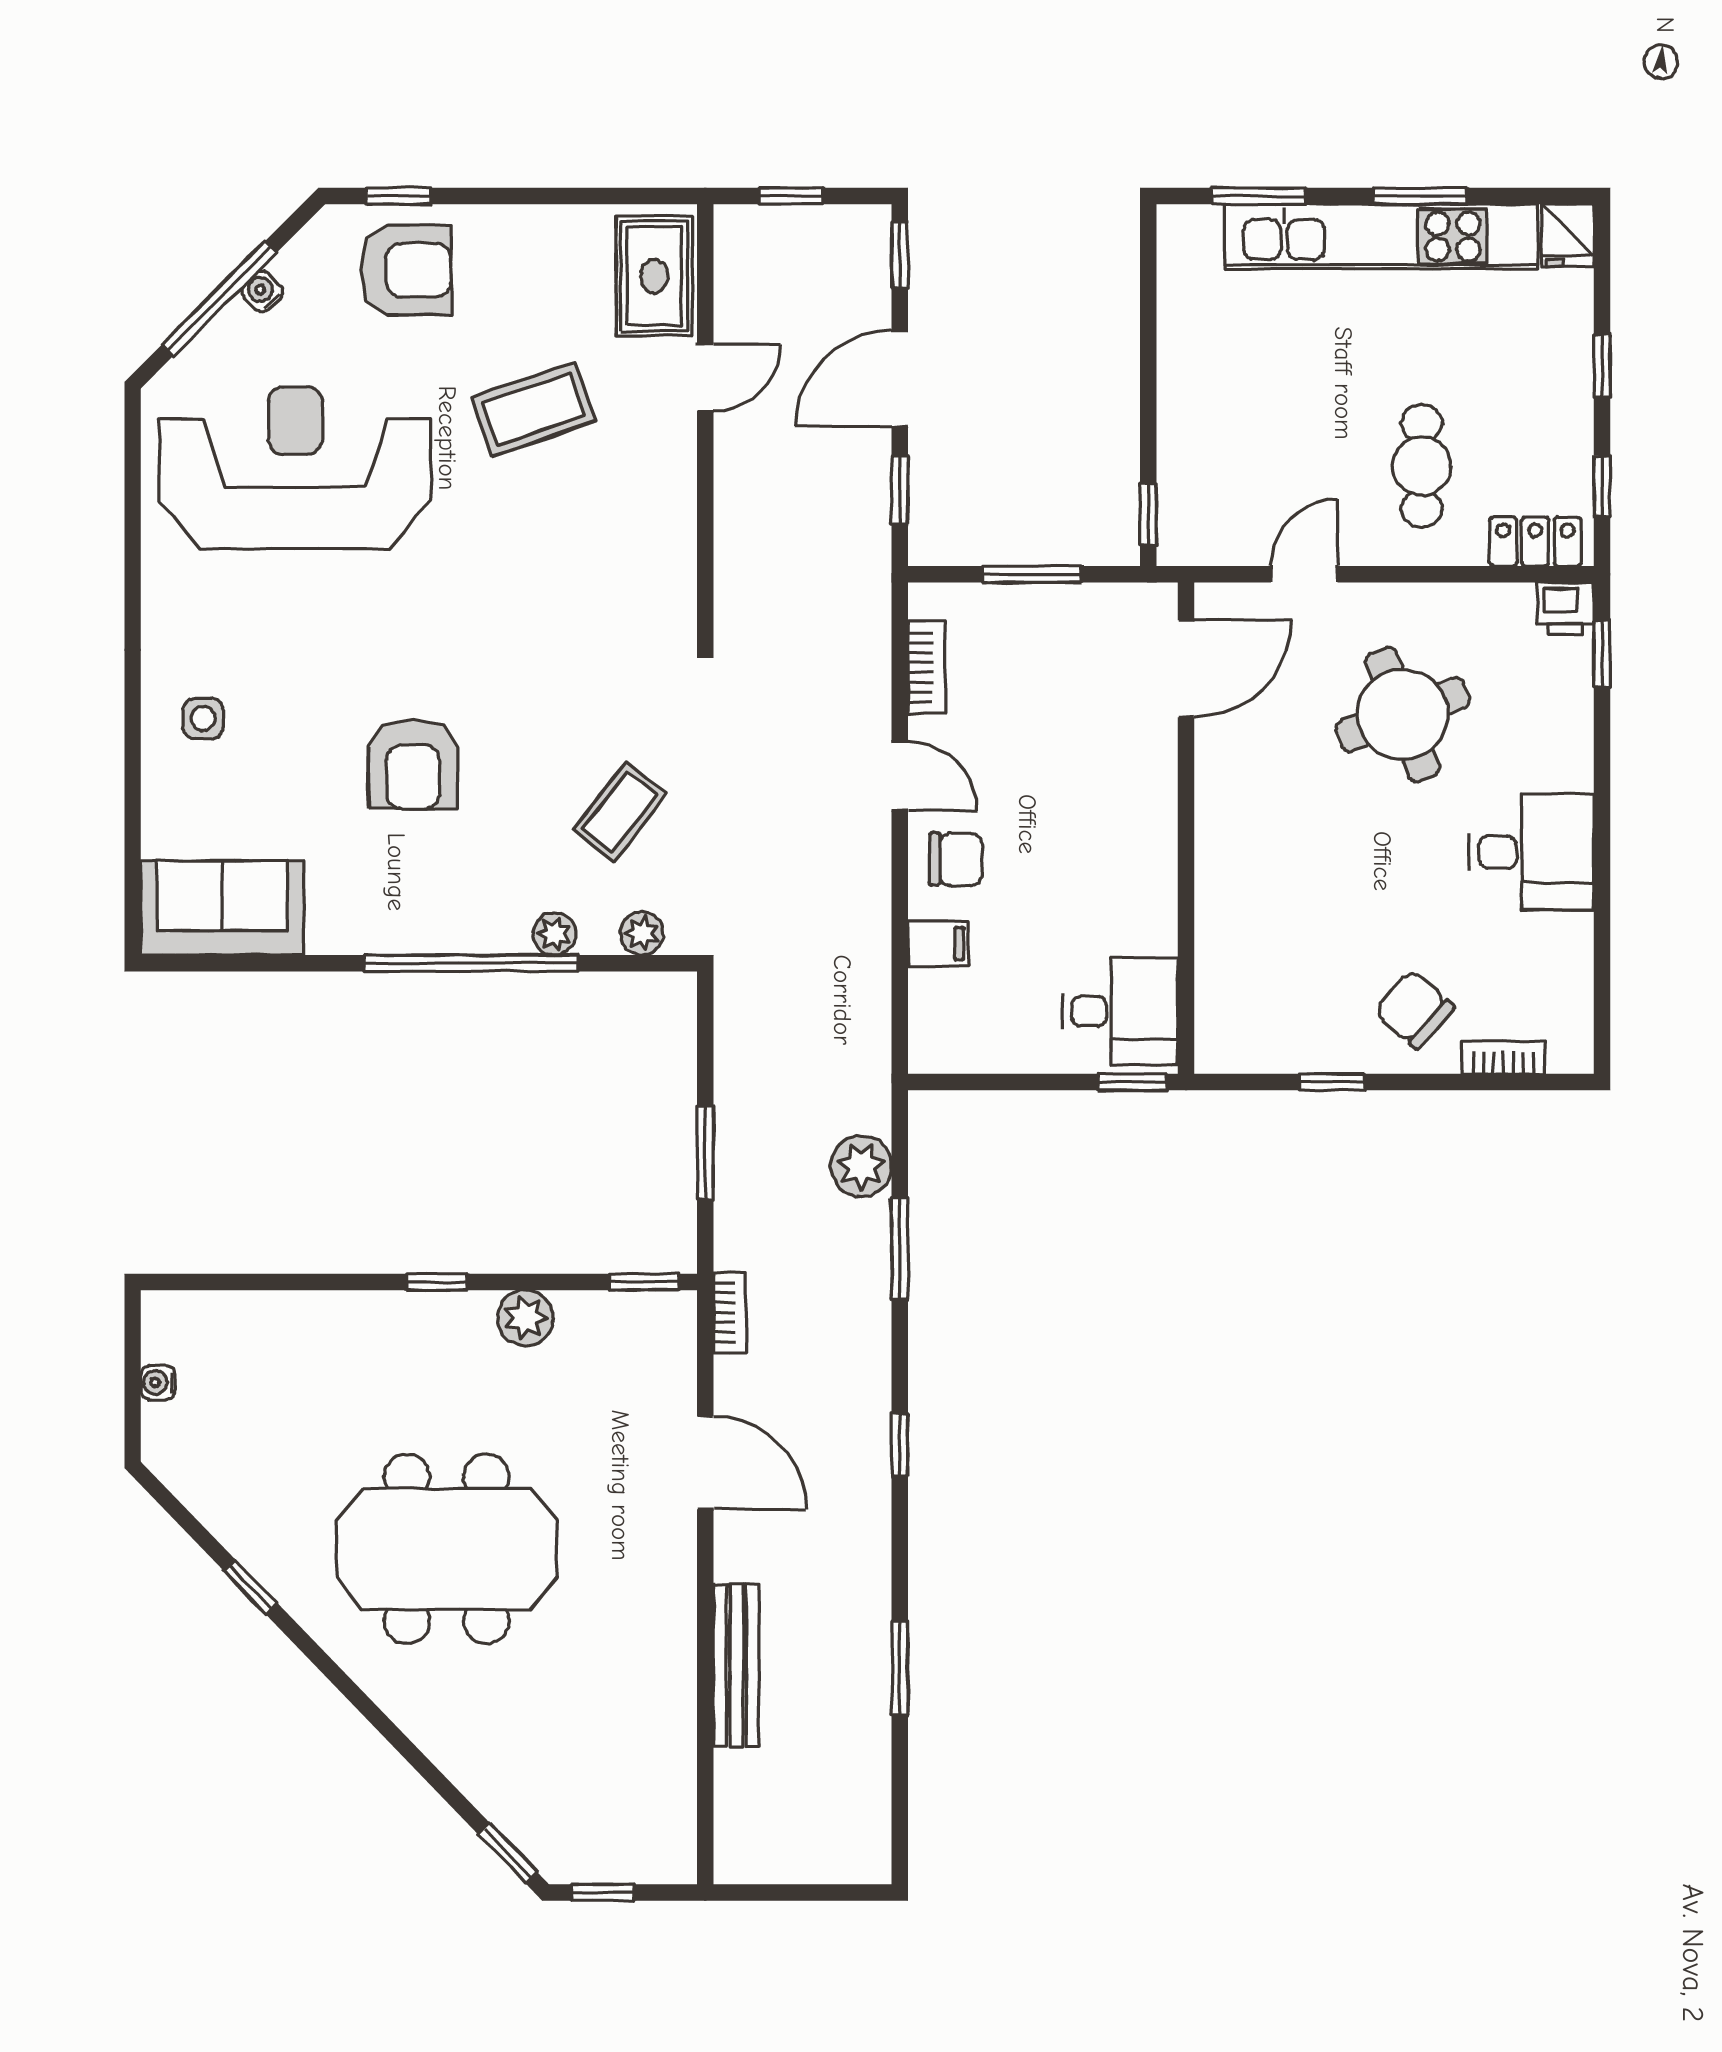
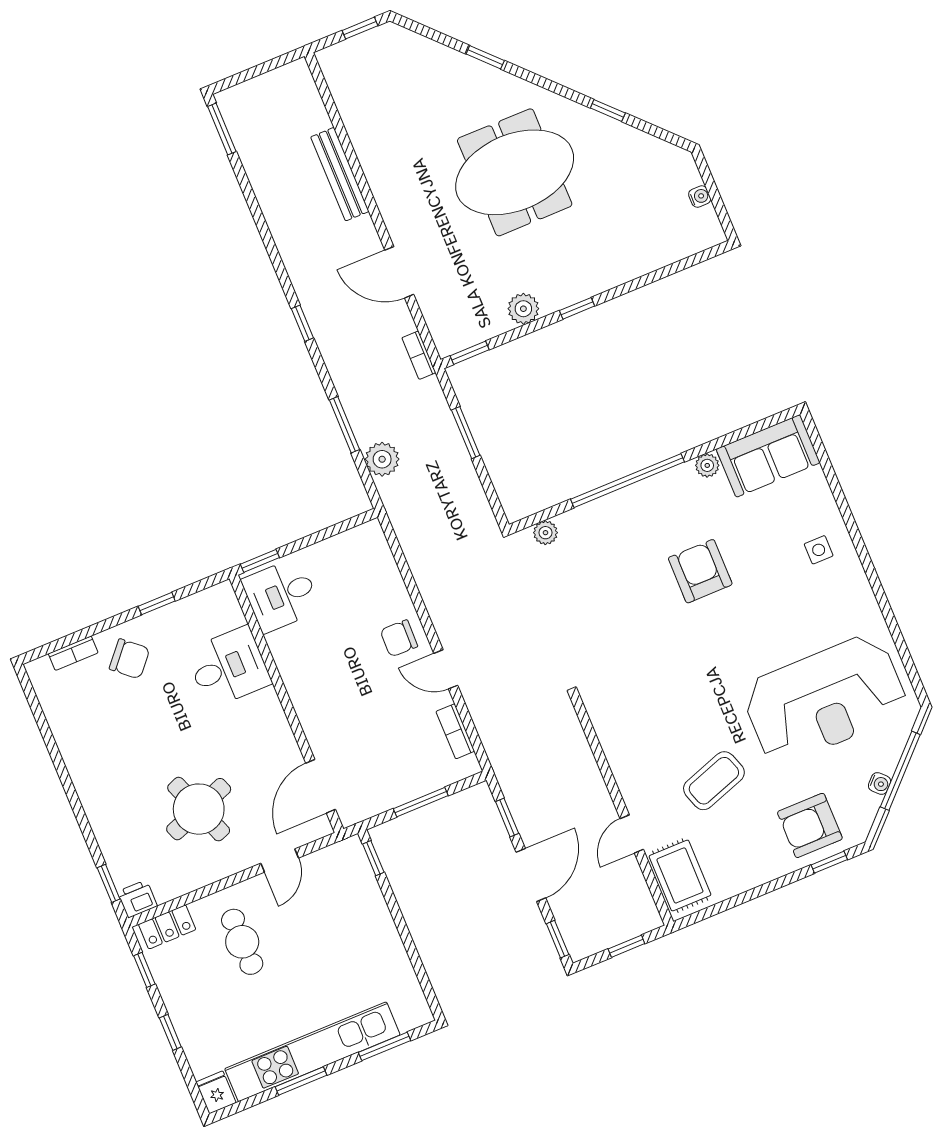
coffee table: (620, 812) -> (583, 591), removed
desk: (1531, 852) -> (228, 667), moved, turned 180
plant: (554, 934) -> (707, 465), moved
filing cabinet: (938, 944) -> (390, 591), removed
window: (900, 1668) -> (222, 129), moved
window: (508, 1853) -> (485, 57), moved

